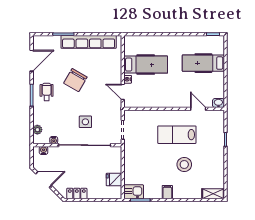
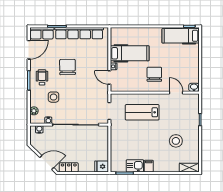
row of seats: (46, 42) -> (42, 33), added
hospital bed: (203, 63) -> (181, 36), moved
chair: (75, 80) -> (67, 67), turned 149
chair: (174, 88) -> (154, 74), added
side table: (85, 122) -> (54, 97), moved
lab bench: (177, 135) -> (142, 112), moved
stool: (184, 164) -> (176, 141), moved
door: (44, 180) -> (47, 163), moved
fridge: (114, 180) -> (102, 166), moved
kitchen sink: (134, 192) -> (135, 166), moved

